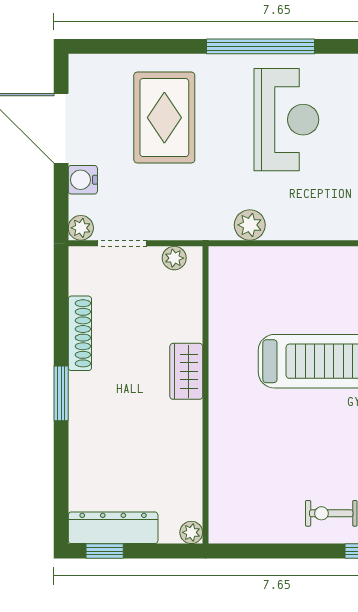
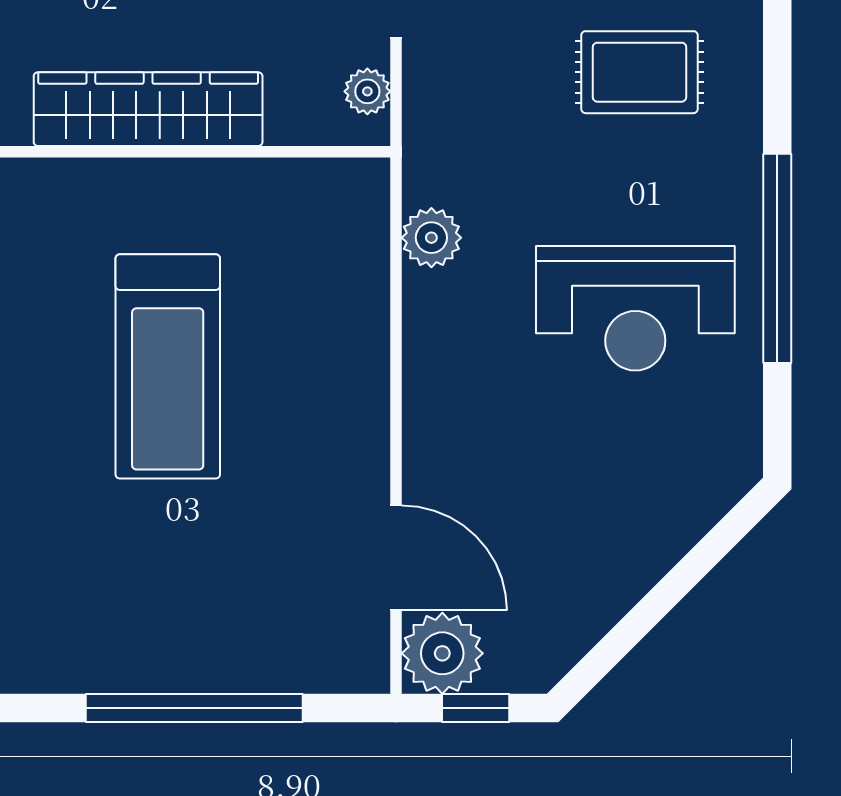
rug: (164, 118) -> (639, 72), width x0.73, depth x0.70
wardrobe: (186, 371) -> (148, 109), width x2.10, depth x1.17

